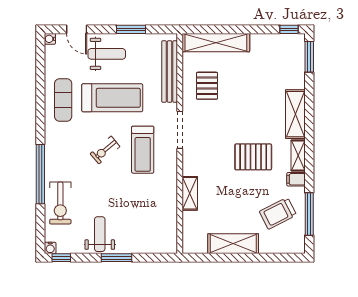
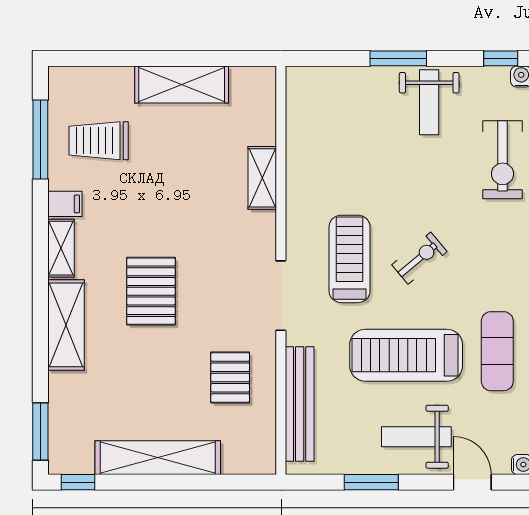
shelving: (216, 43) -> (158, 458), moved
pallet: (253, 157) -> (151, 291), moved, turned 90
exercise bike: (60, 203) -> (502, 160), turned 180
trolley: (278, 213) -> (99, 141), turned -153

